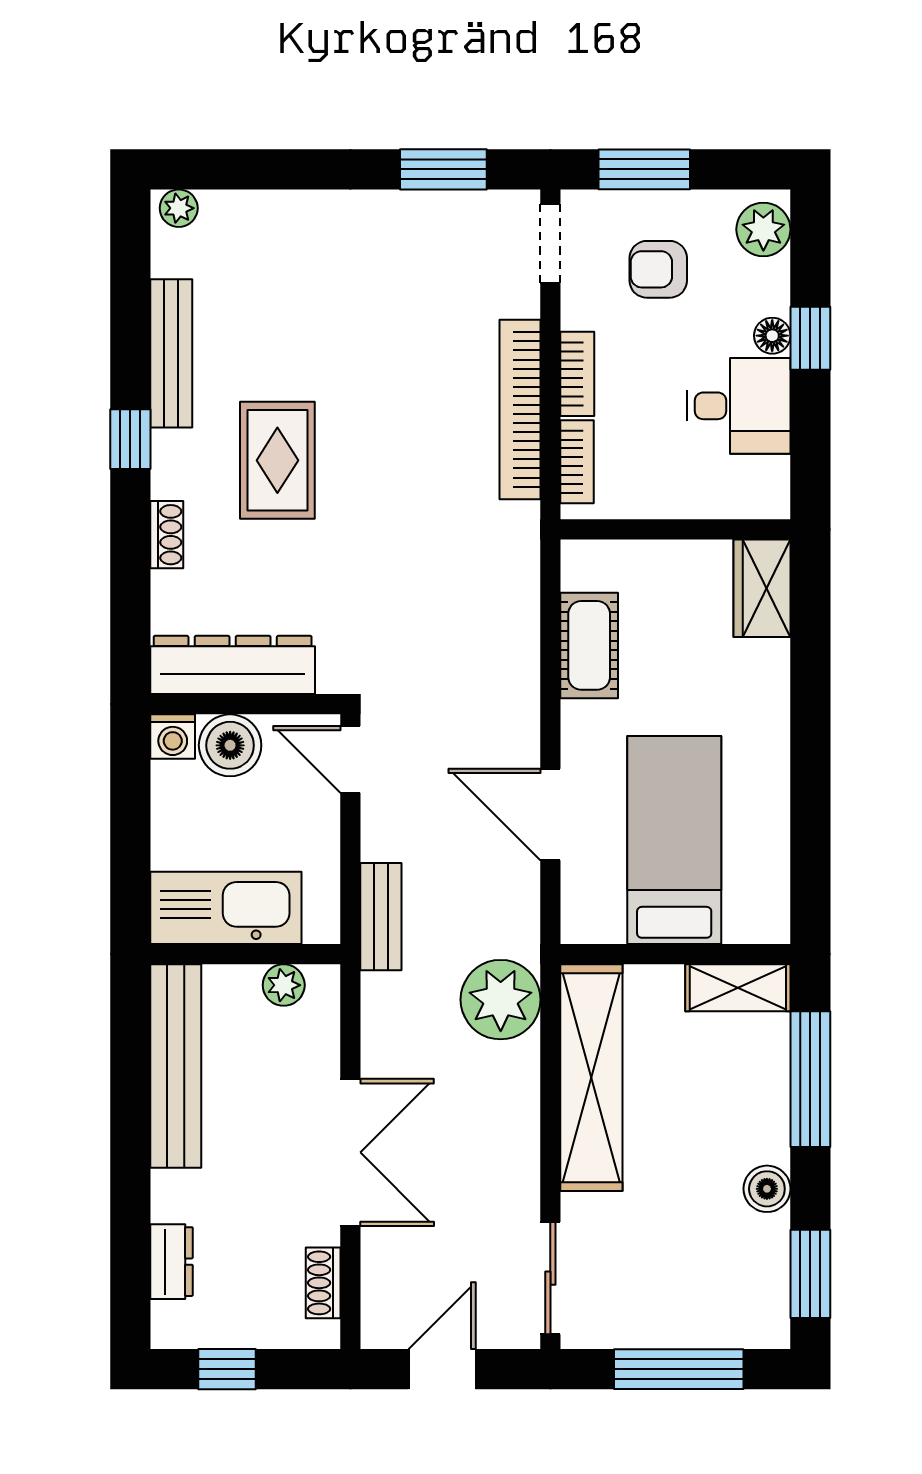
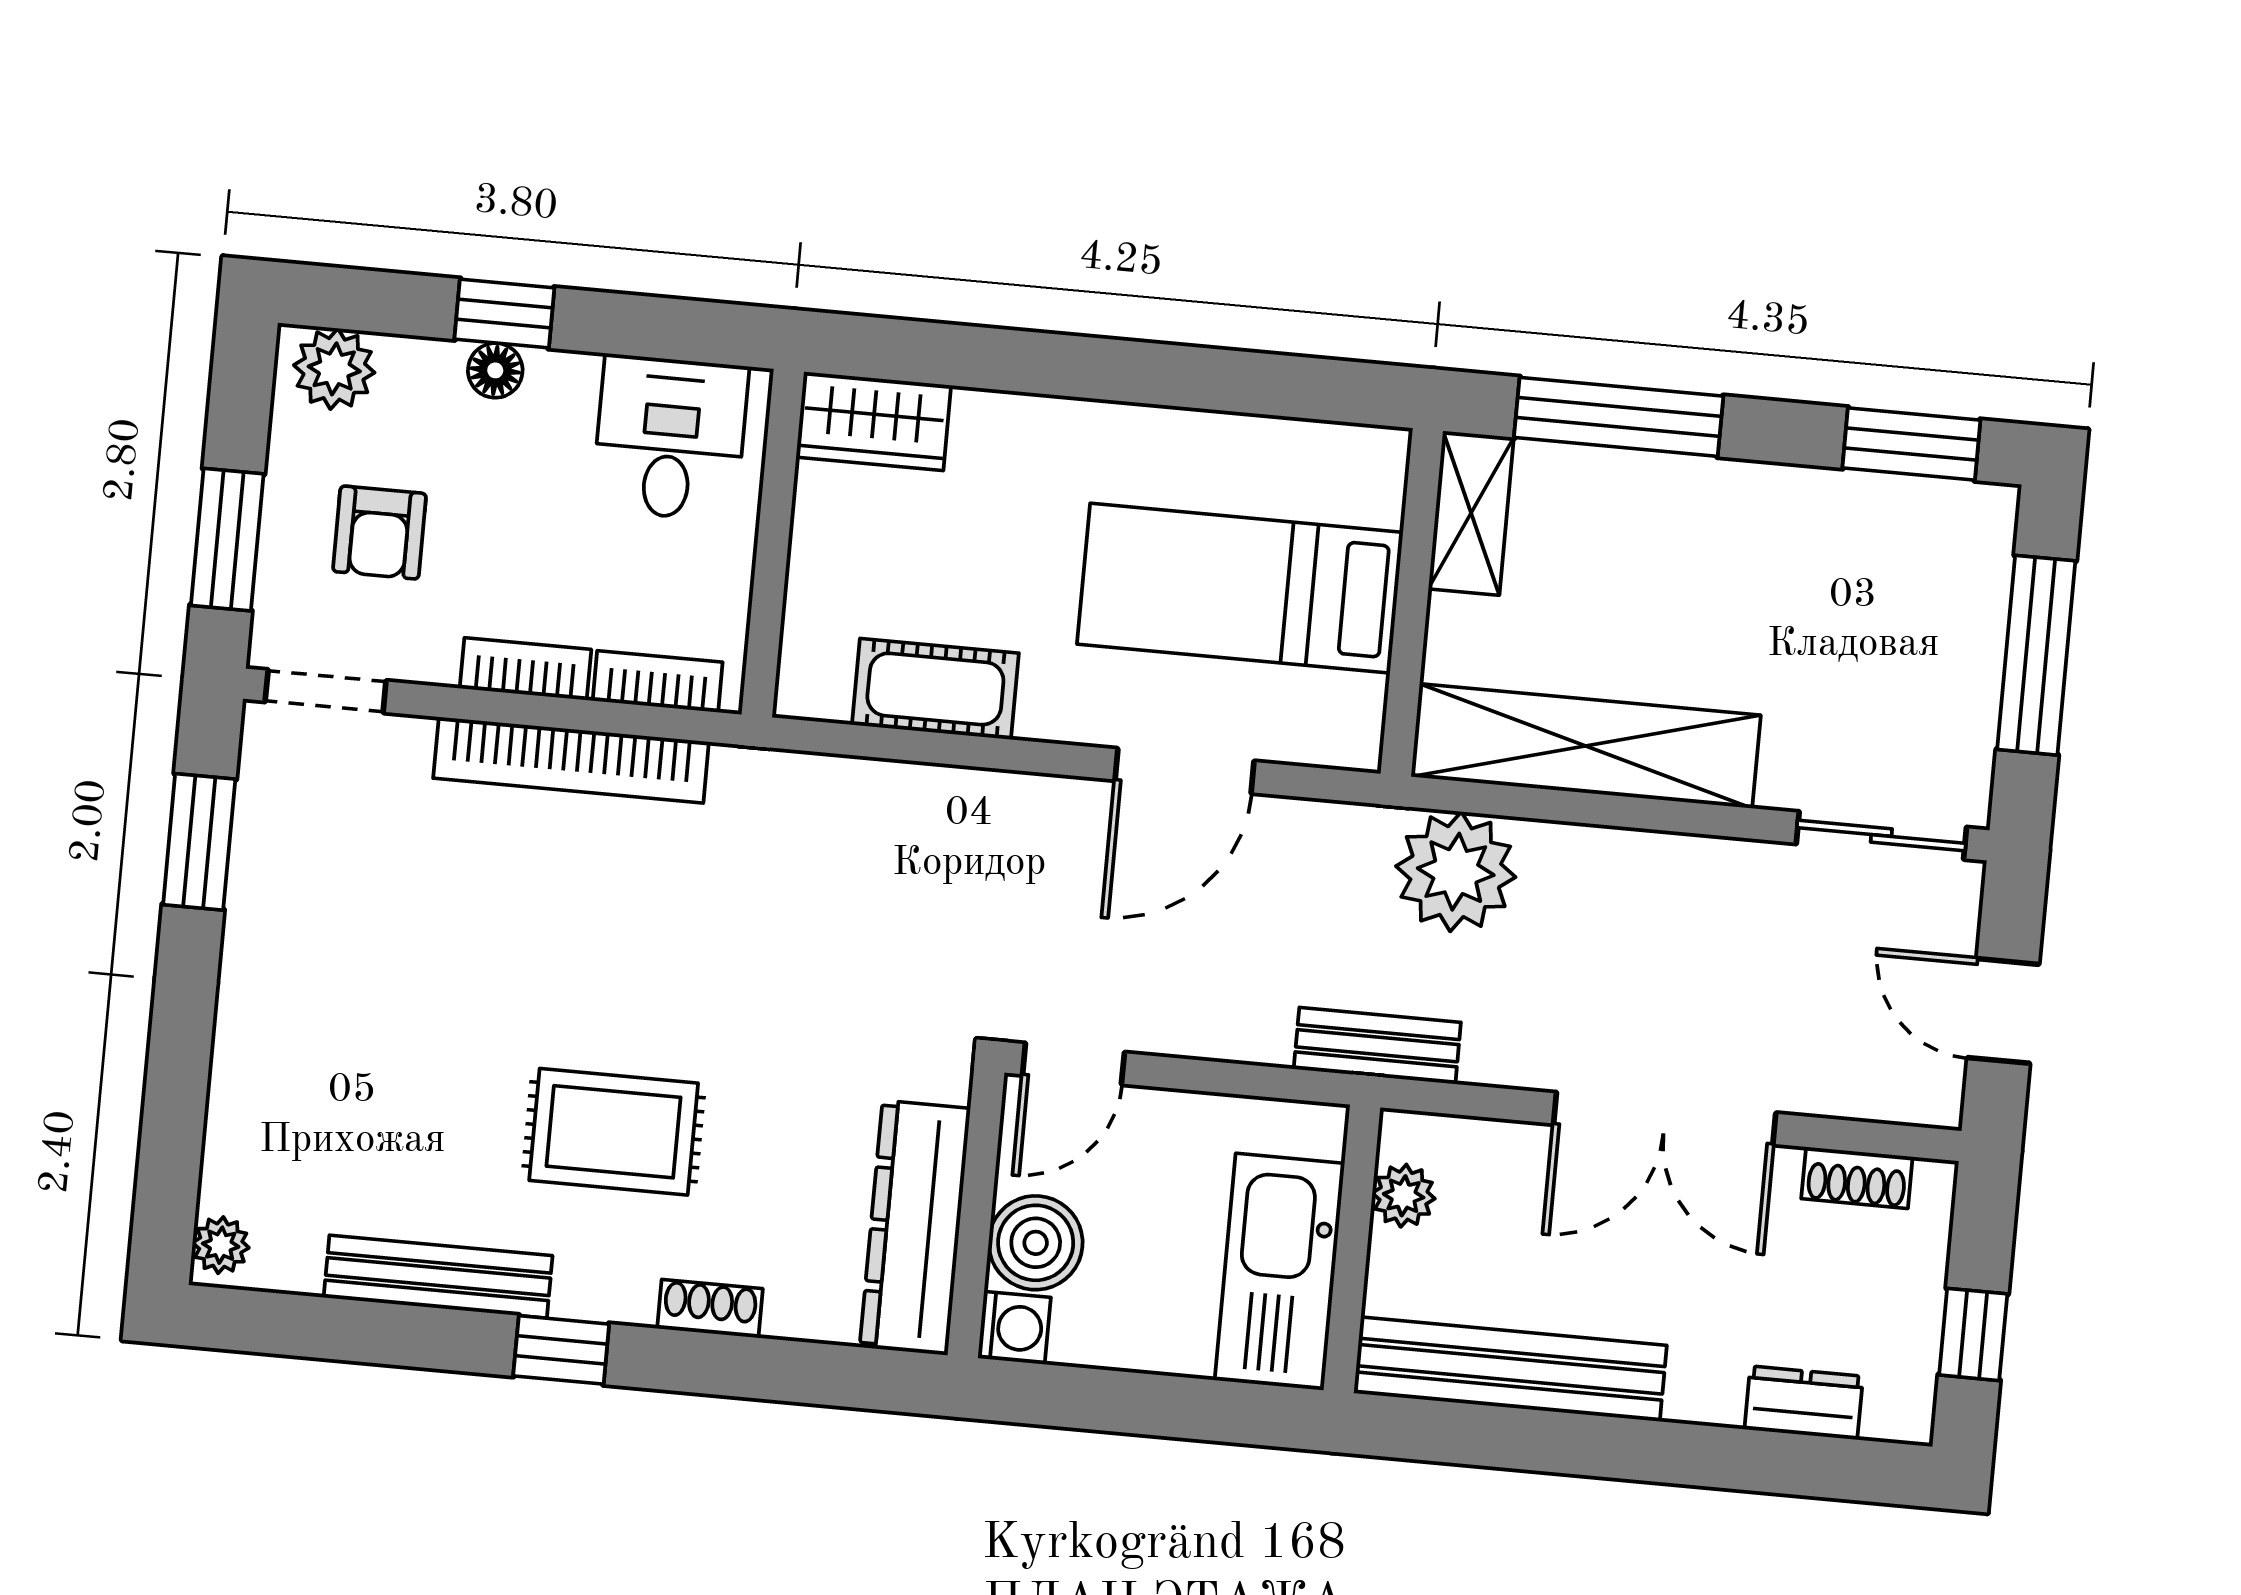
desk: (738, 406) -> (670, 438), moved
bench: (381, 917) -> (1377, 1046), moved
double door: (350, 1152) -> (1665, 1119), swing flipped
boiler: (767, 1189) -> (1777, 497), removed

